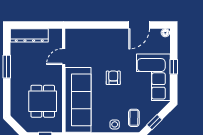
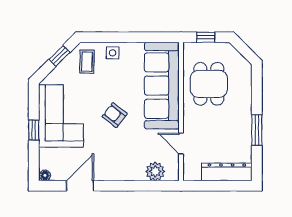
plant: (83, 36) -> (155, 171), added
door: (64, 57) -> (181, 144), swing flipped
armchair: (113, 78) -> (115, 115), turned 128

